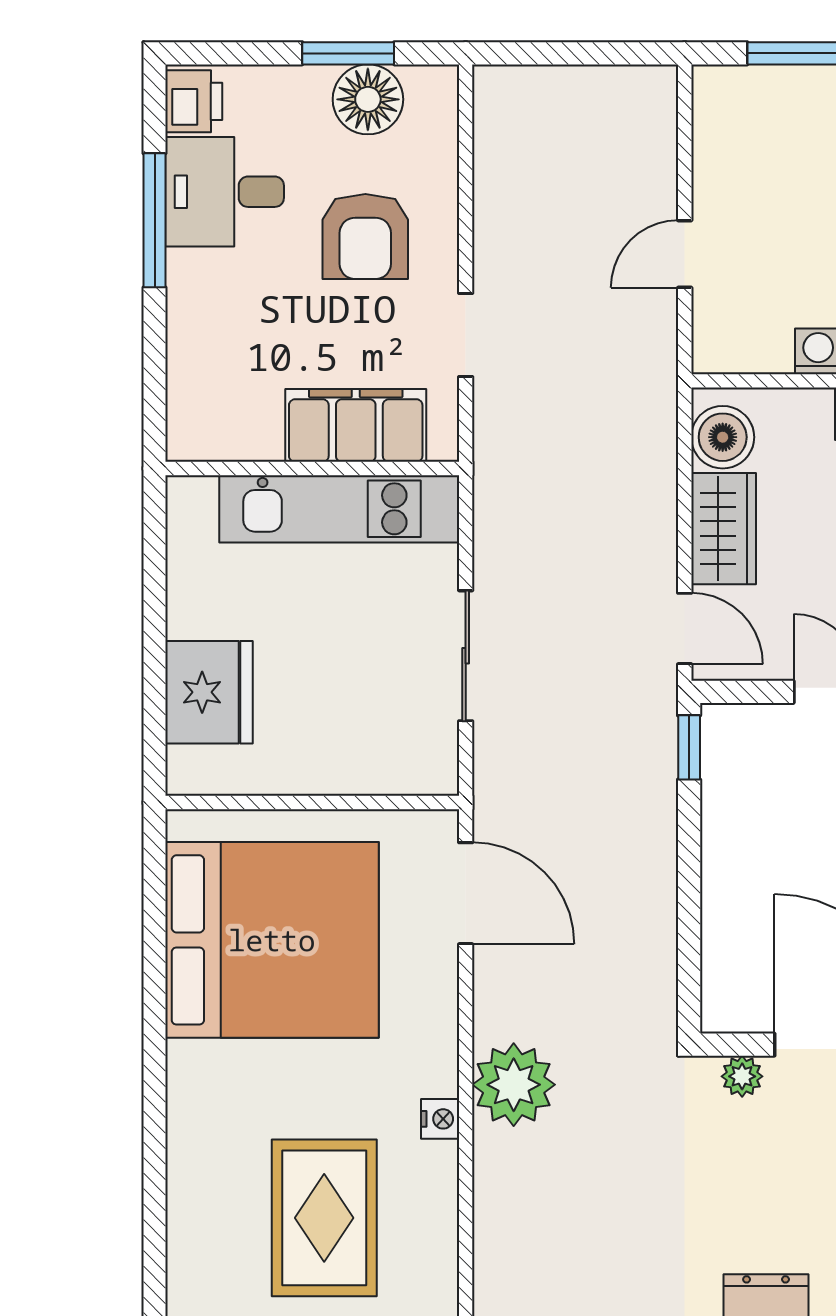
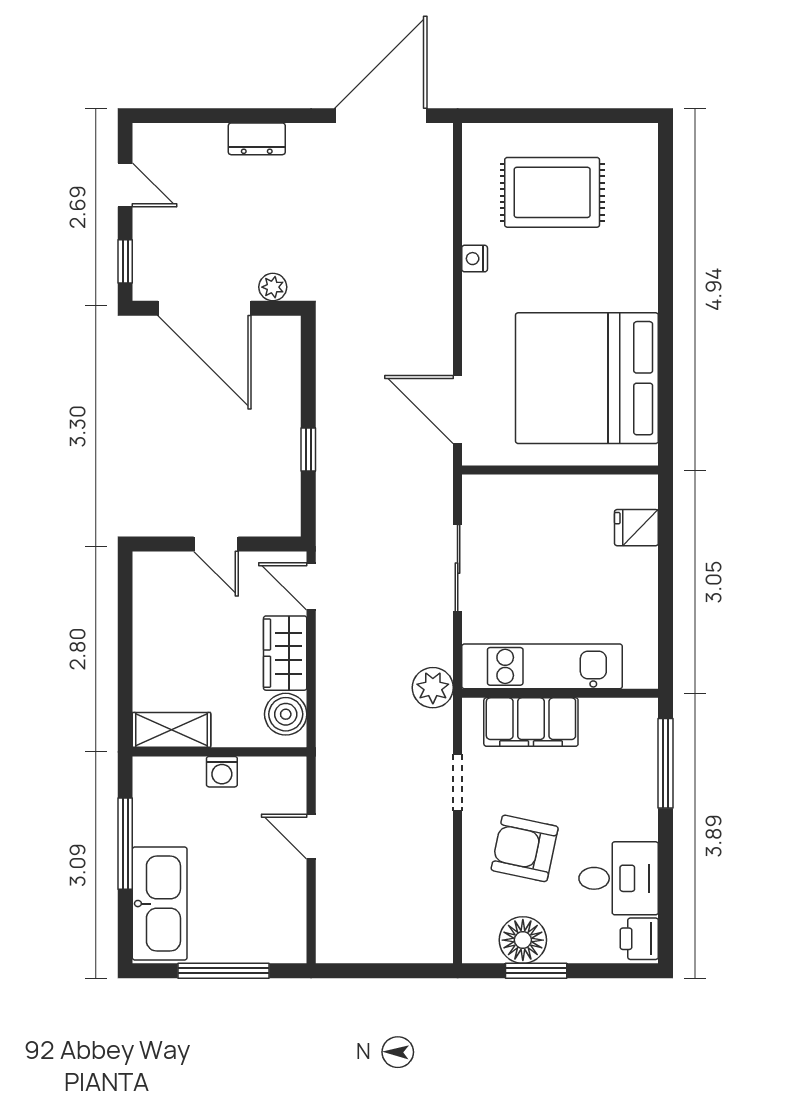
window: (155, 220) -> (665, 763), moved
armchair: (365, 236) -> (525, 848), turned -78
door: (685, 254) -> (311, 837), swing flipped
fridge: (209, 692) -> (636, 528), width x0.53, depth x0.75
window: (689, 747) -> (308, 449), moved
plant: (514, 1085) -> (433, 688), moved, width x0.73, depth x0.73
rug: (324, 1218) -> (552, 192), turned 90

